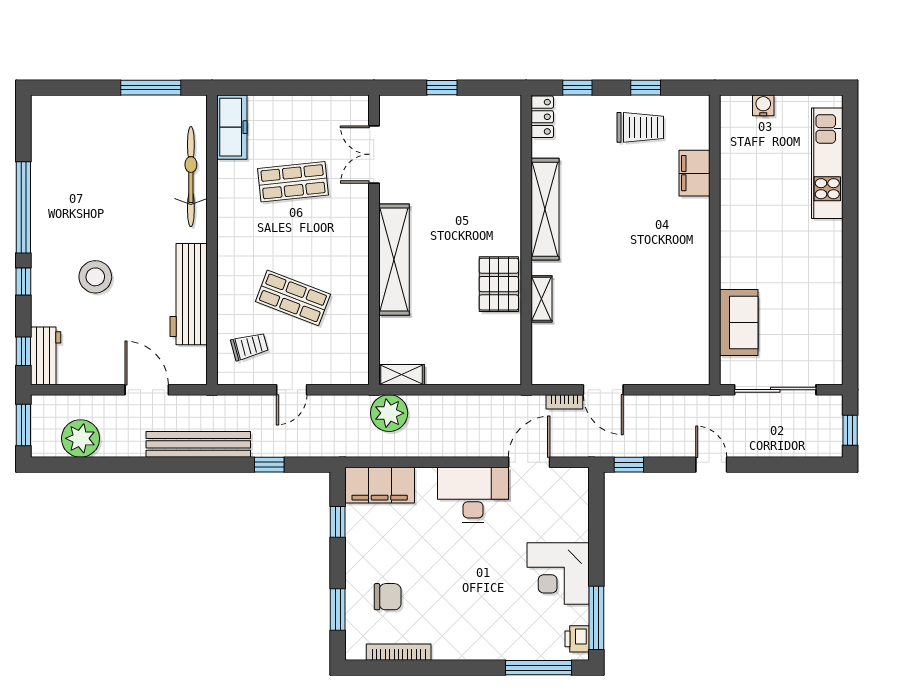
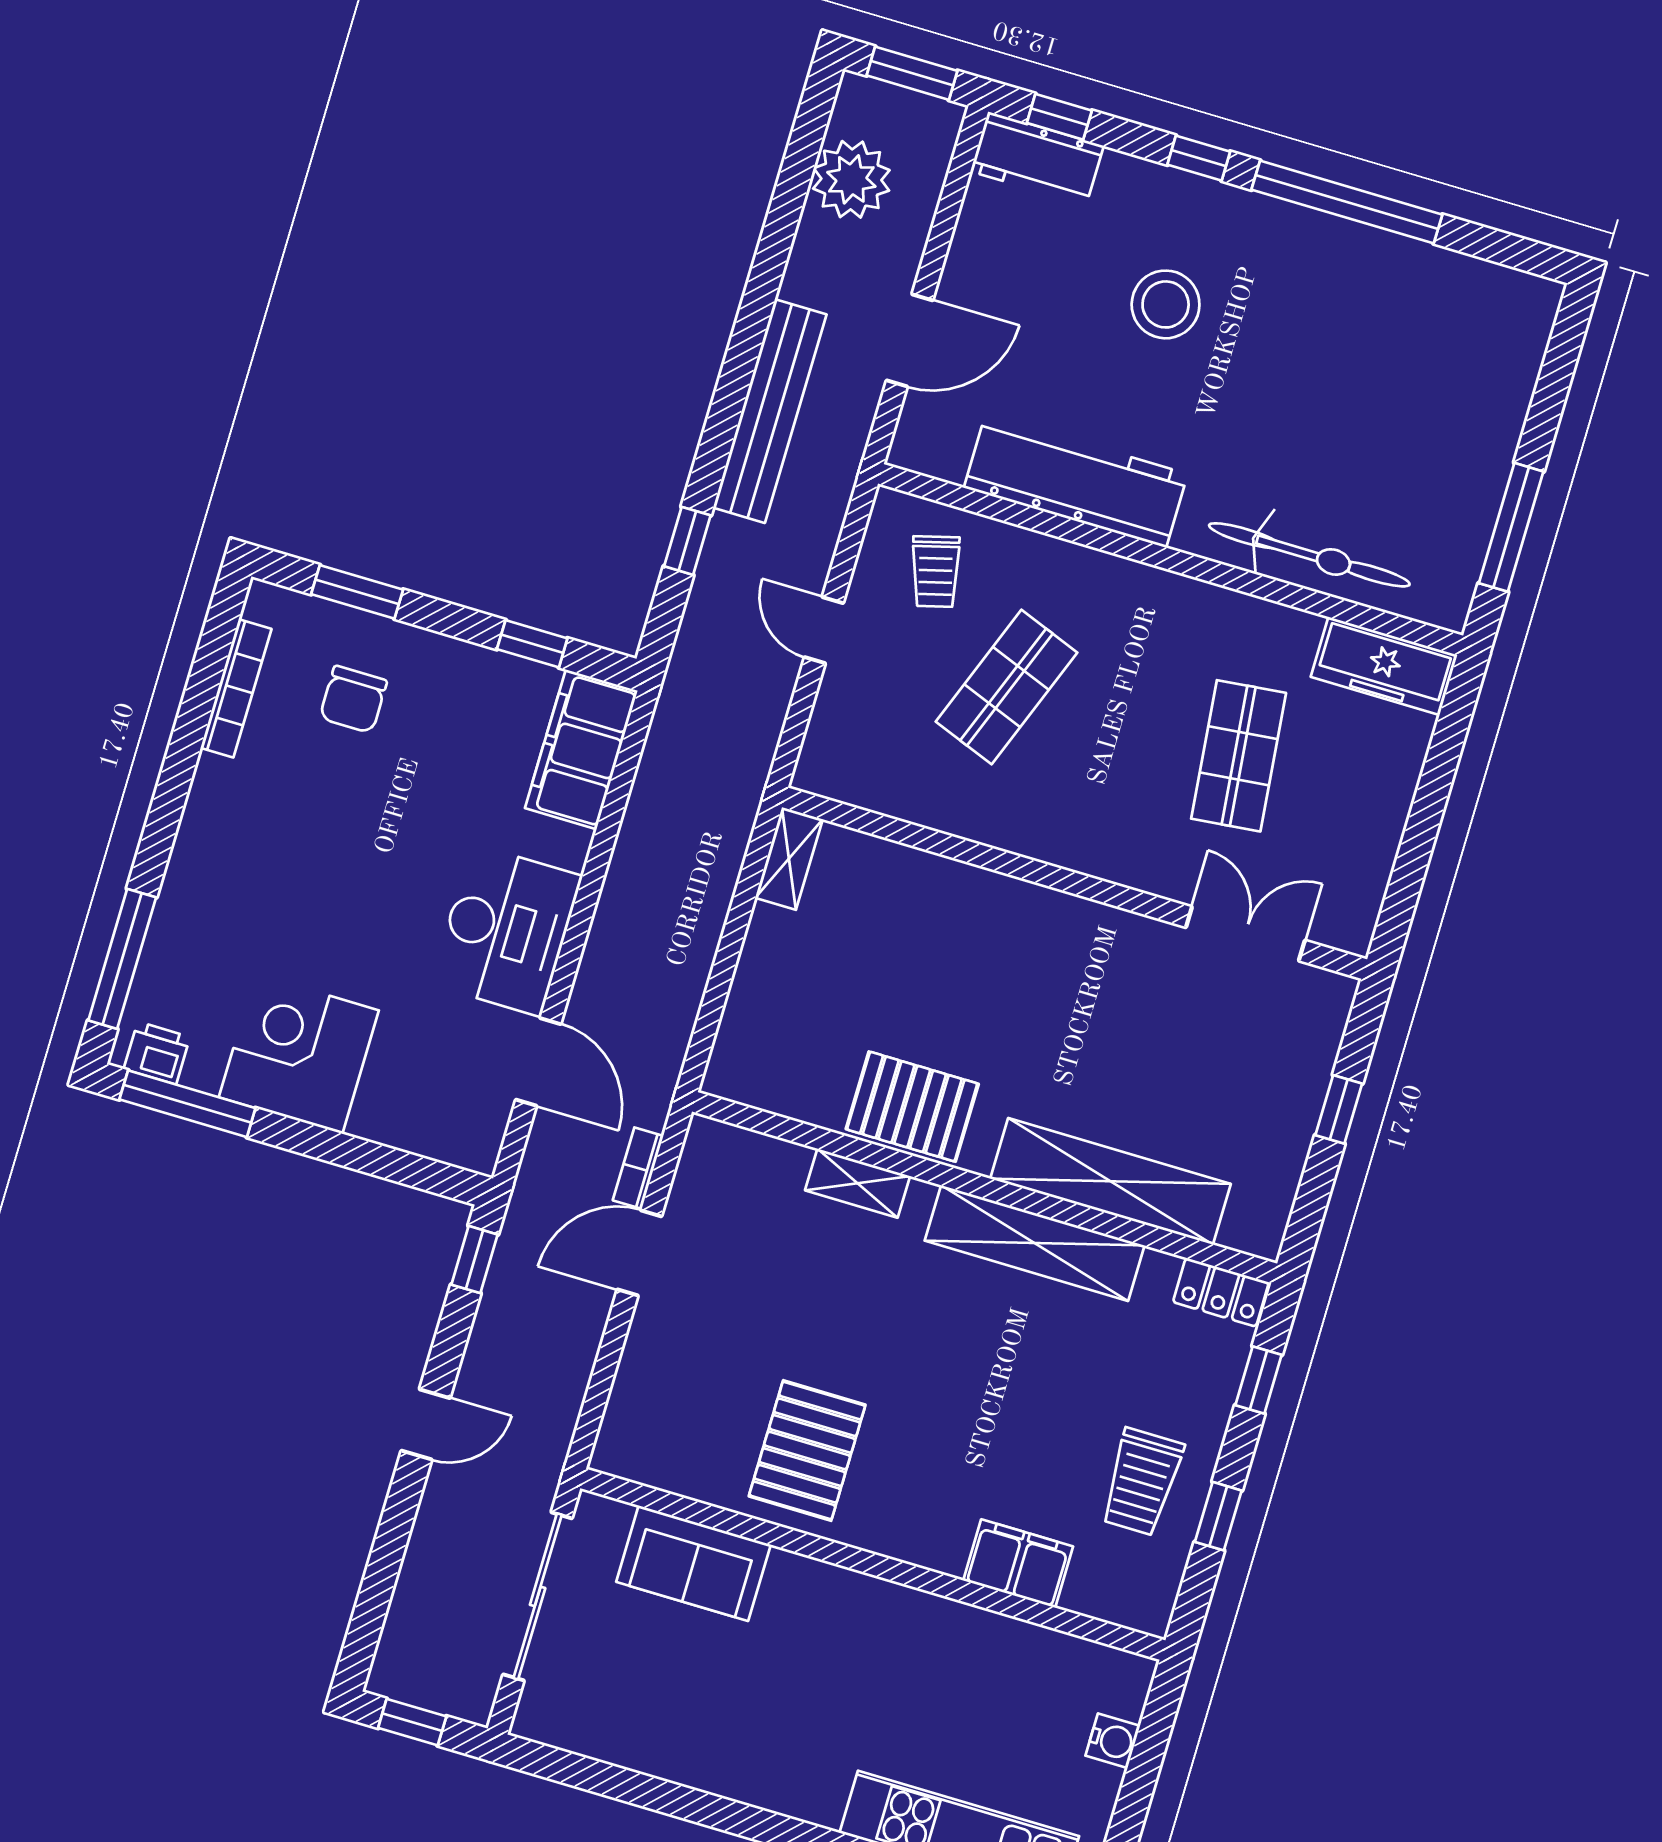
shelving: (394, 260) -> (1111, 1181), moved
pallet: (671, 286) -> (807, 1450), added
plant: (389, 413) -> (719, 811), removed

